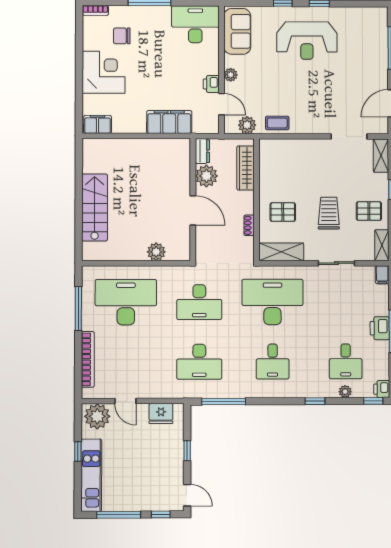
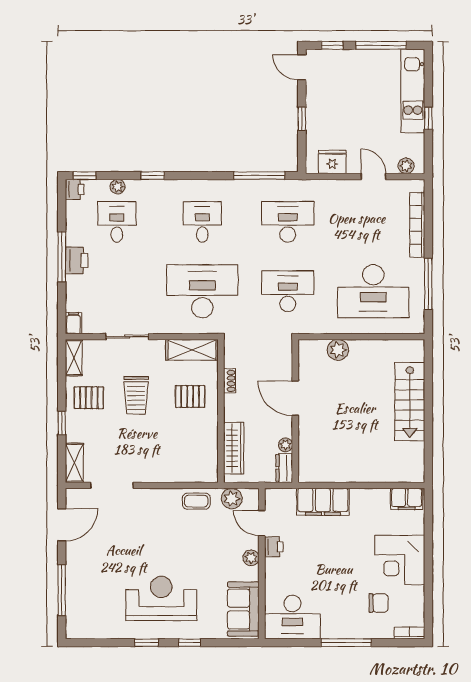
plant: (206, 176) -> (286, 445), width x0.53, depth x0.53
desk: (272, 302) -> (202, 291), turned 180
plant: (97, 416) -> (406, 166), width x0.53, depth x0.53

